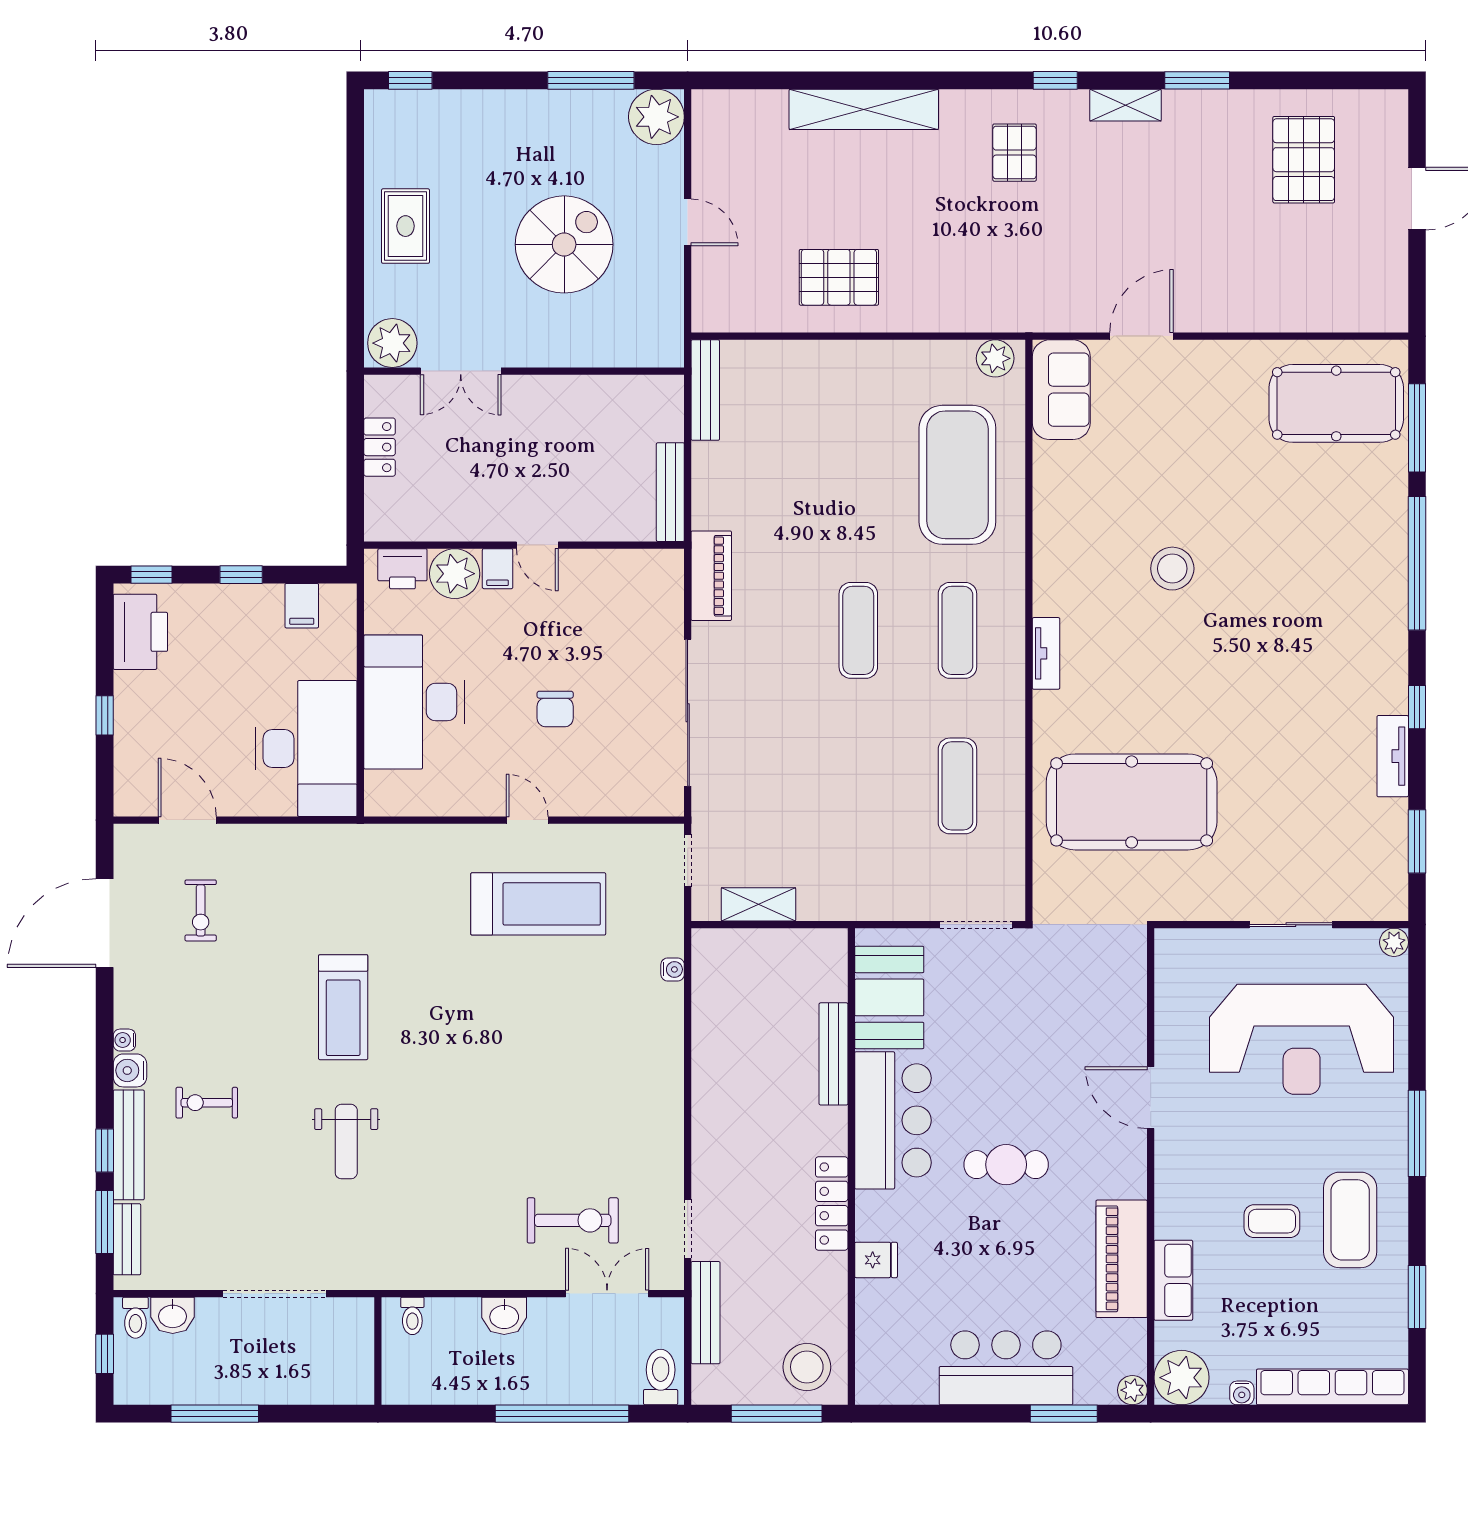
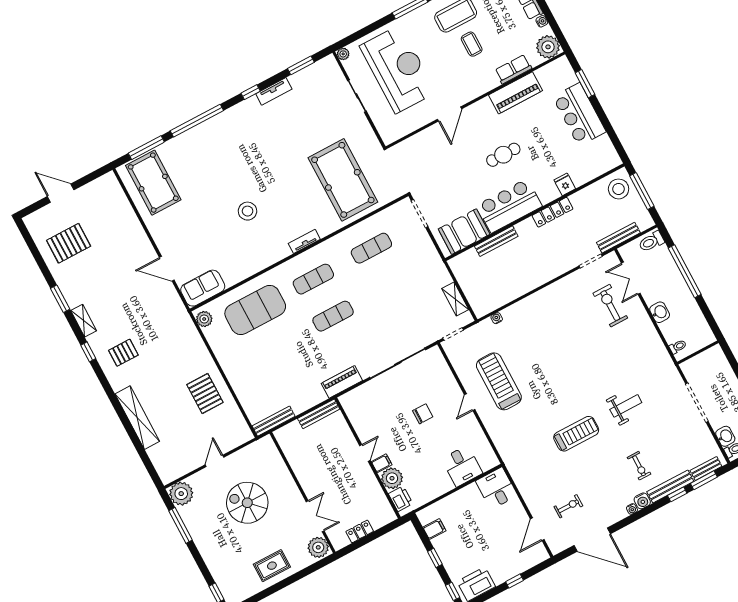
desk: (414, 702) -> (462, 466), width x0.53, depth x0.77
desk: (306, 749) -> (496, 488), width x0.53, depth x0.77
cafe table: (1006, 1165) -> (503, 155), turned 90
plant: (1132, 1390) -> (562, 63), removed

